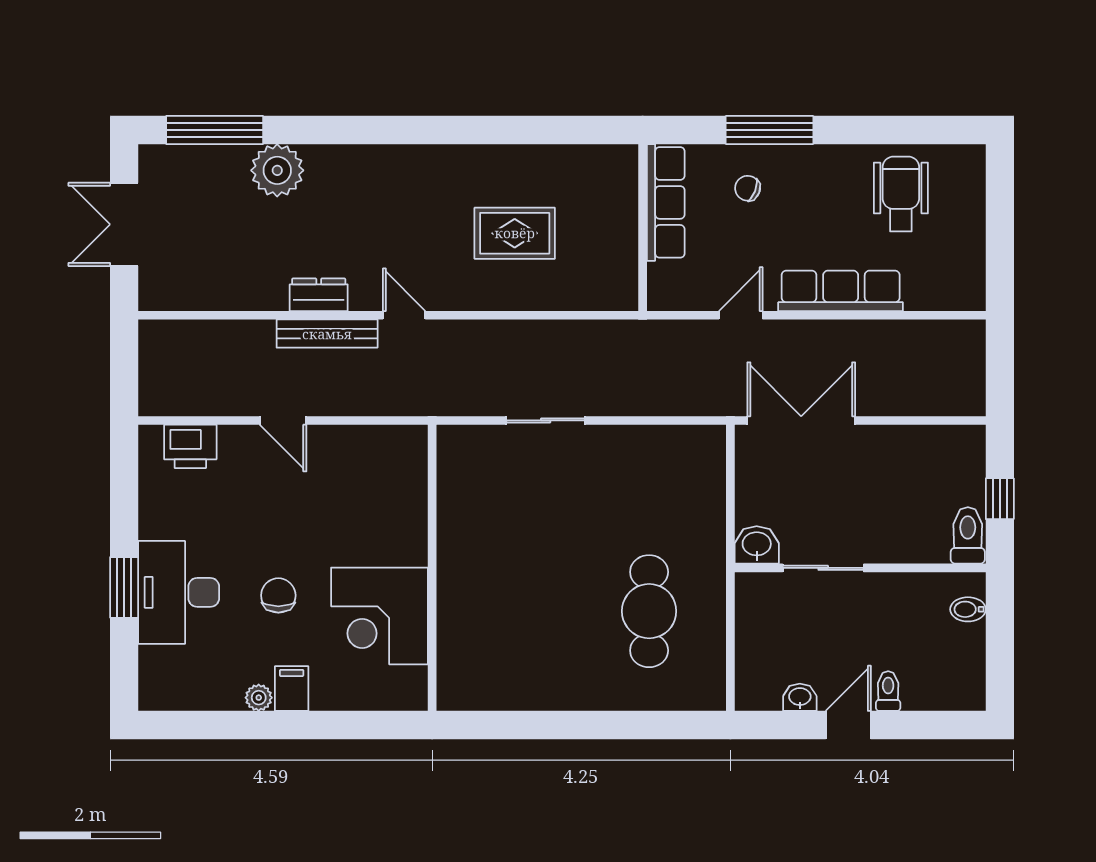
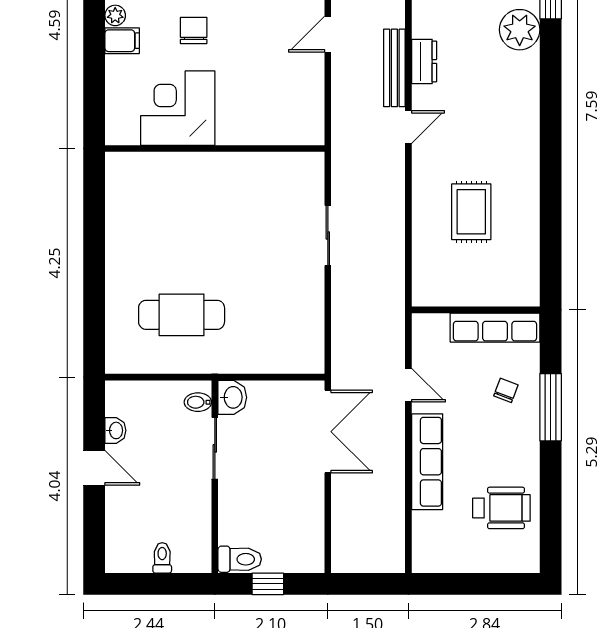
chair: (278, 595) -> (194, 31), turned -90
bidet: (968, 609) -> (198, 402), moved, turned -90
toilet: (888, 691) -> (162, 558), moved, turned -90

